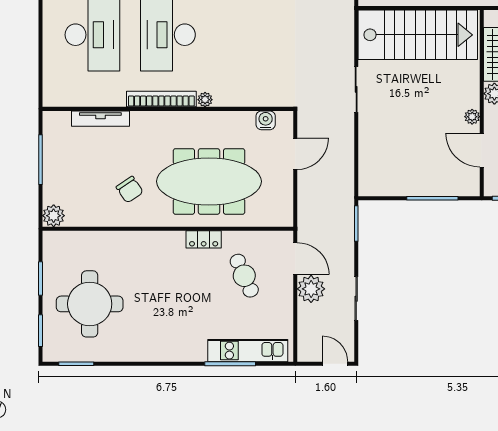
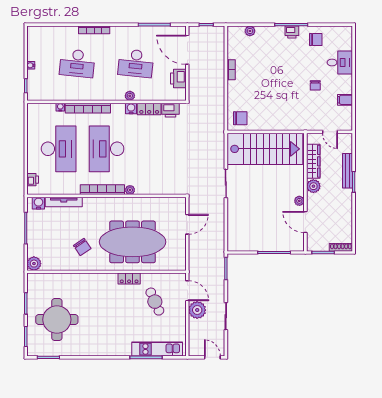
printer: (51, 83) -> (33, 180), added
water cooler: (266, 120) -> (38, 203), moved

